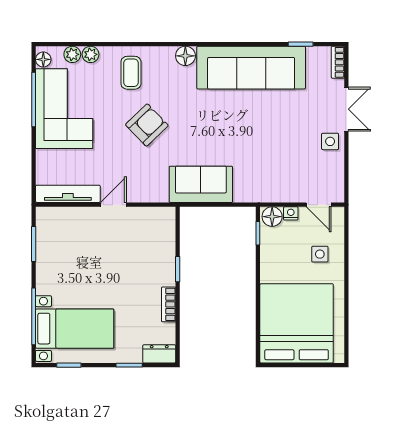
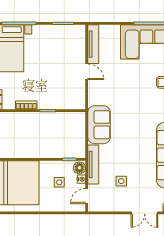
armchair: (147, 125) -> (135, 92), removed
side table: (330, 141) -> (121, 181), moved
tv unit: (267, 194) -> (93, 164), added
side table: (320, 254) -> (59, 182), moved

